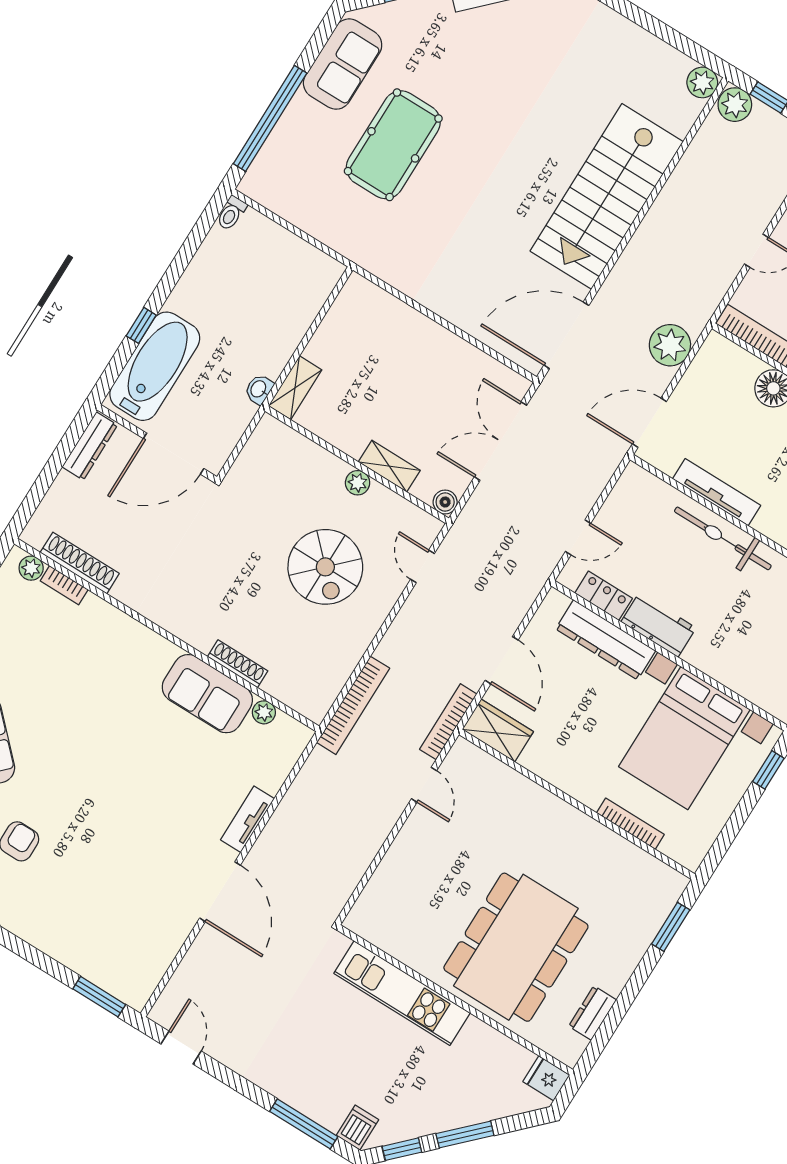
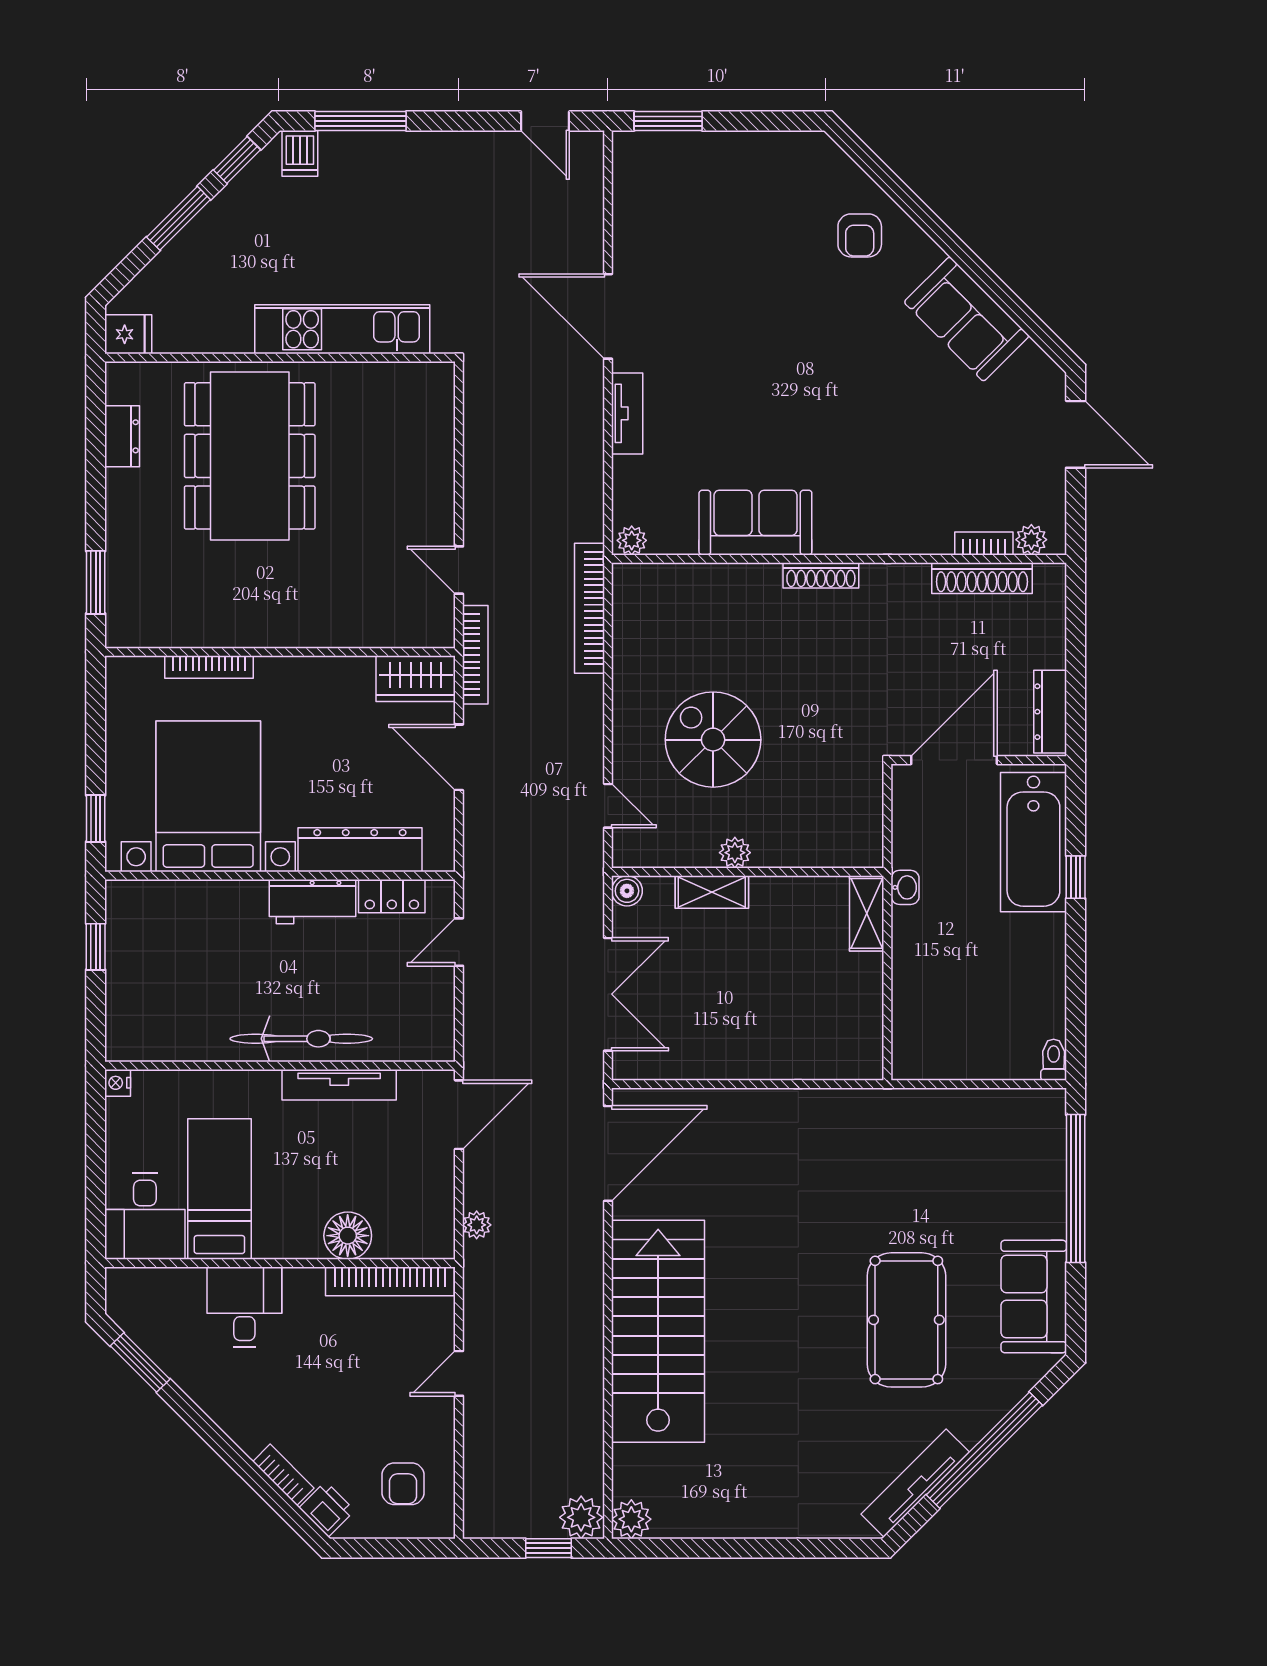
pool table: (393, 145) -> (906, 1320), moved
plant: (670, 345) -> (477, 1225), width x0.53, depth x0.53
shoe rack: (238, 664) -> (821, 575), moved
plant: (264, 712) -> (632, 540), moved

